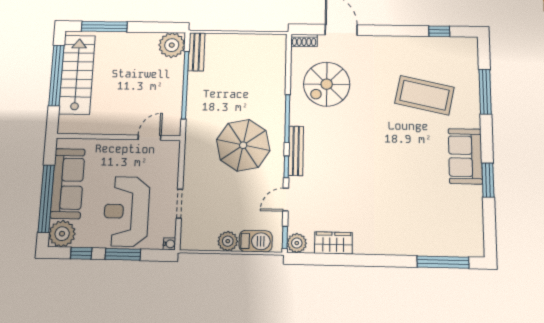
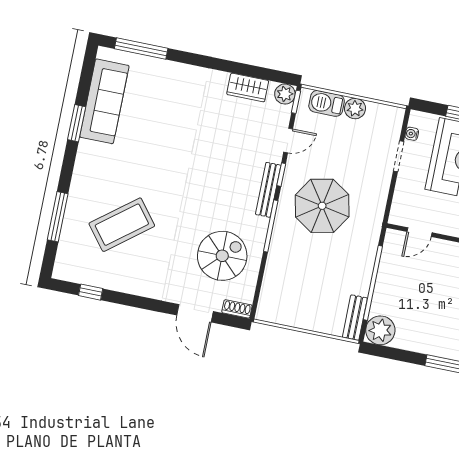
coffee table: (424, 95) -> (122, 225), turned -50
sofa: (465, 156) -> (104, 101), moved, width x1.36
water cooler: (169, 244) -> (412, 134), moved

